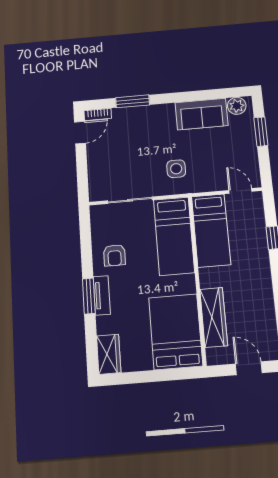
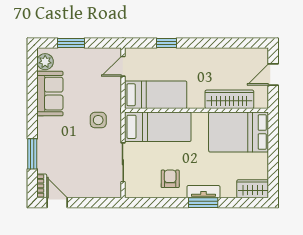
armchair: (114, 255) -> (170, 179), turned -90

